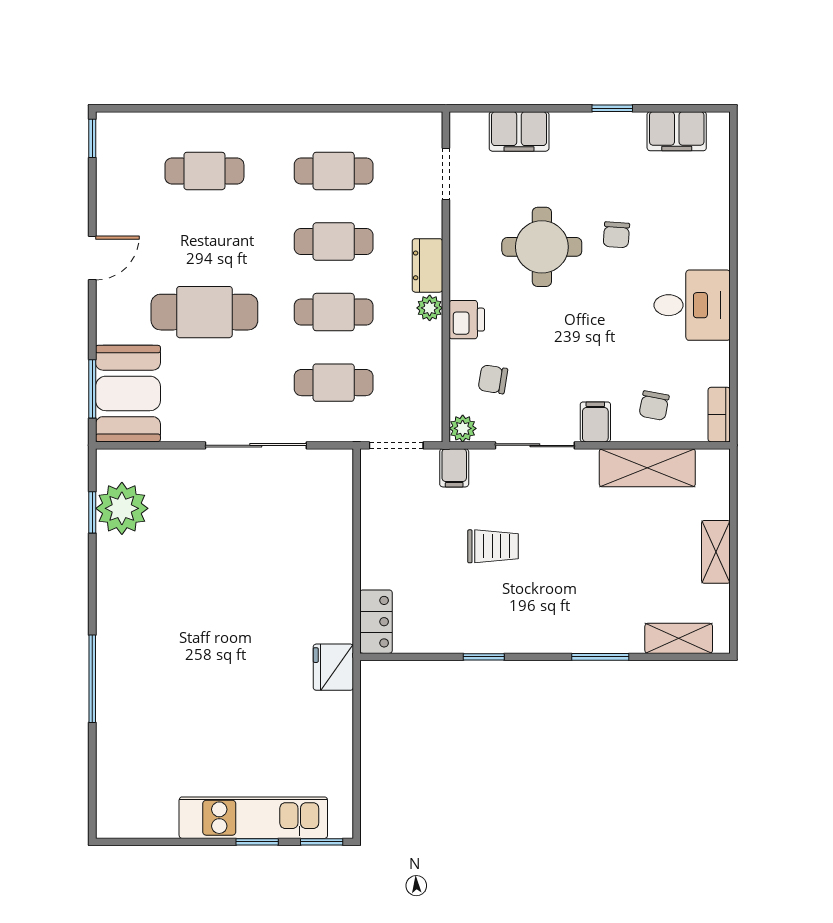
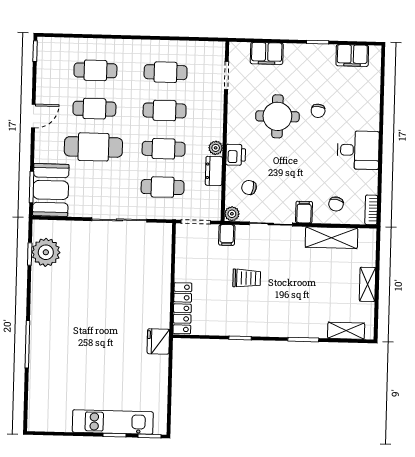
cafe table: (204, 242) -> (94, 109), added
dresser: (427, 265) -> (214, 171), moved
locker: (376, 622) -> (182, 308), width x1.53

